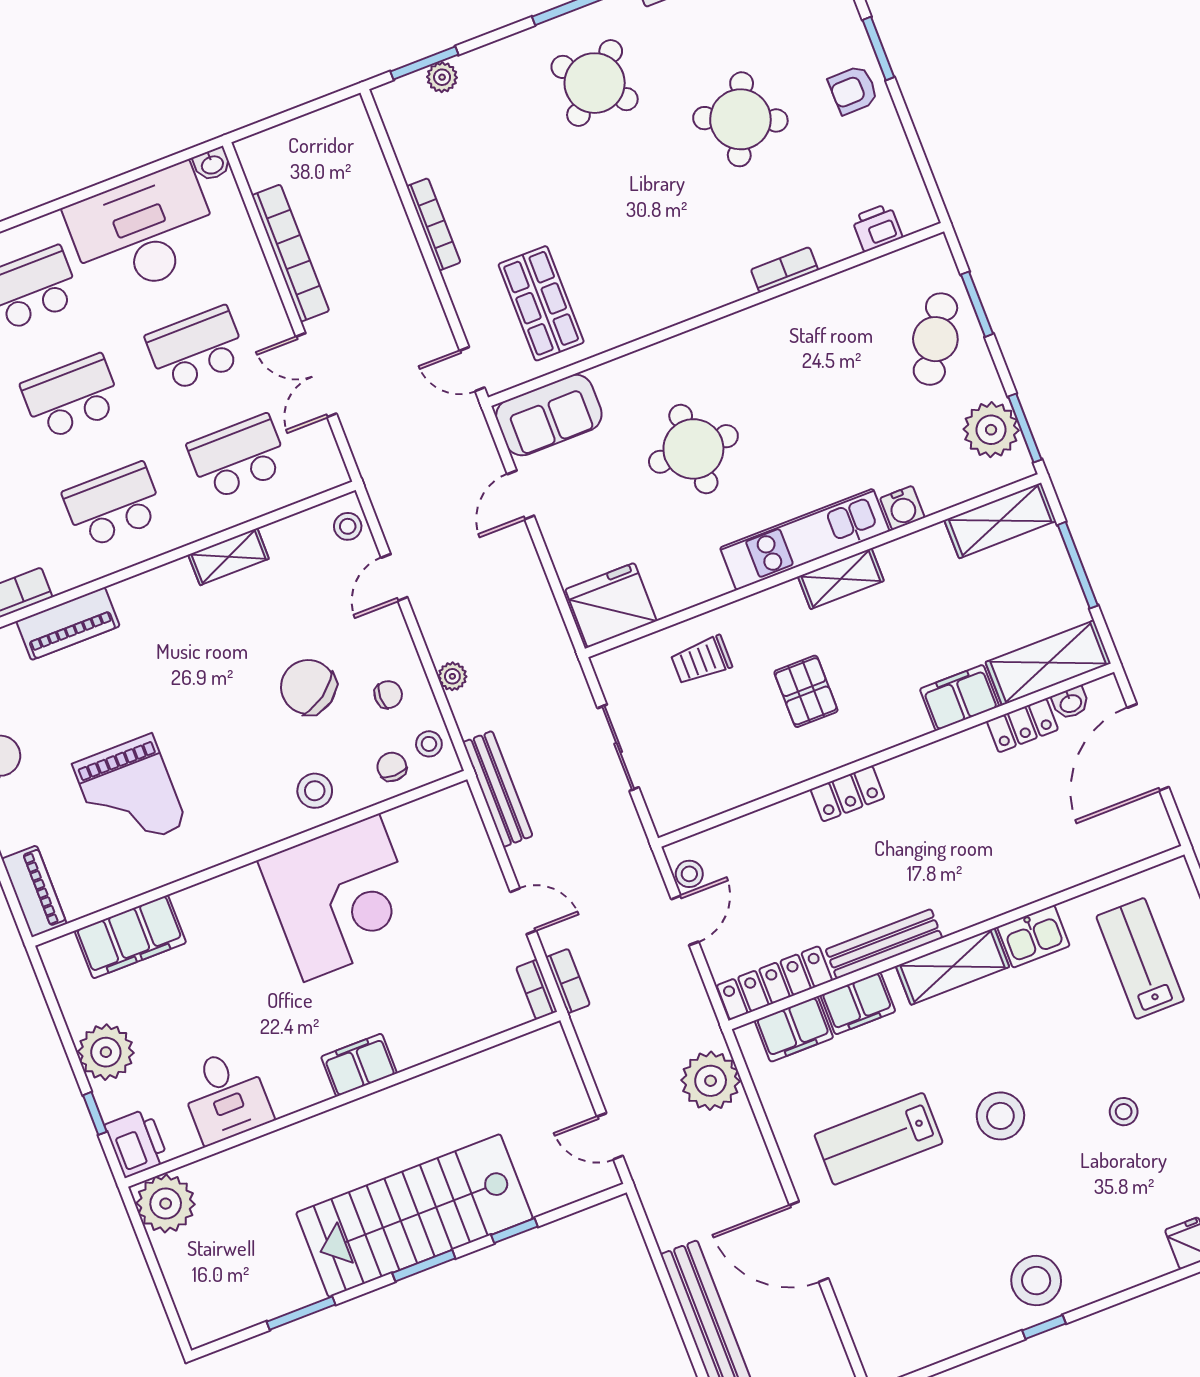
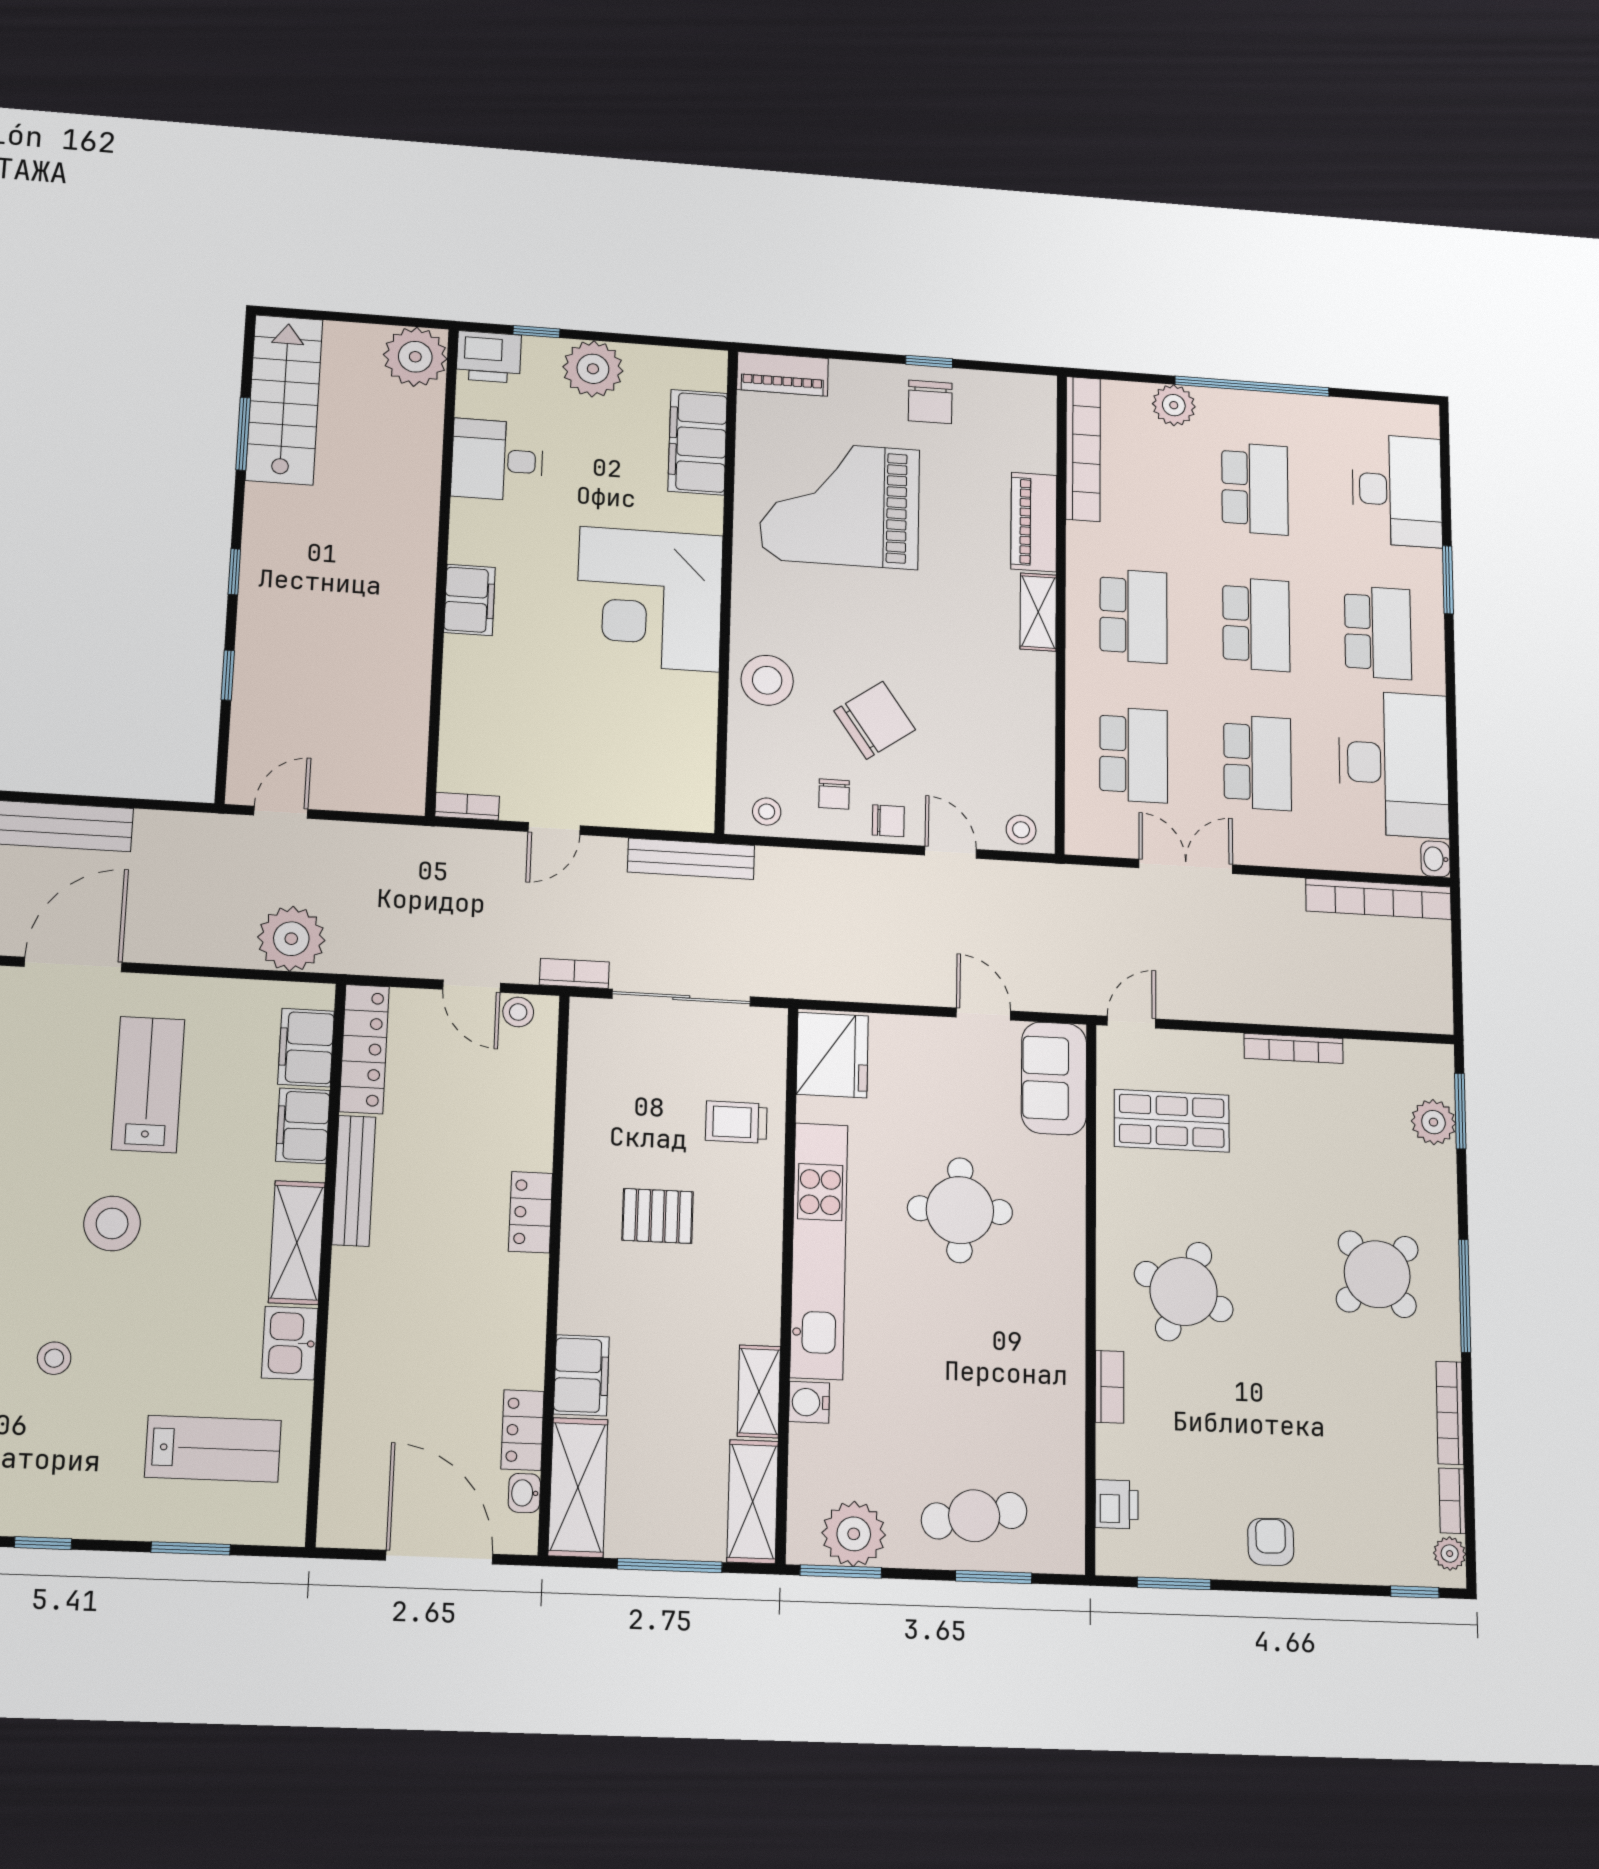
window: (878, 49) -> (1174, 1583), moved
plant: (442, 77) -> (1433, 1122), width x1.38, depth x1.38
round table: (740, 119) -> (1184, 1292), moved
bookcase: (290, 253) -> (1379, 899), moved
cafe table: (935, 339) -> (974, 1516), turned -42
kitchen unit: (805, 539) -> (819, 1250), width x1.36
shelving: (229, 557) -> (1038, 612), moved
shelving: (841, 579) -> (759, 1391), moved
trolley: (701, 660) -> (736, 1122), turned -90
plant: (452, 676) -> (826, 865), removed
sliding door: (618, 748) -> (681, 998), width x1.37
chair: (392, 767) -> (888, 821), moved
stool: (315, 791) -> (767, 680), width x1.38, depth x1.38
grand piano: (130, 794) -> (840, 504), width x1.37, depth x1.48
corner desk: (341, 898) -> (649, 599), moved
bookcase: (568, 981) -> (574, 973), moved, turned 180
stairs: (414, 1216) -> (284, 400), moved, width x0.73, depth x0.66
window: (424, 1266) -> (234, 572), width x0.67

